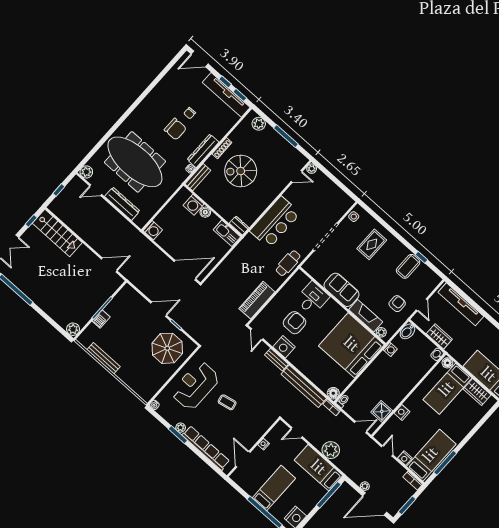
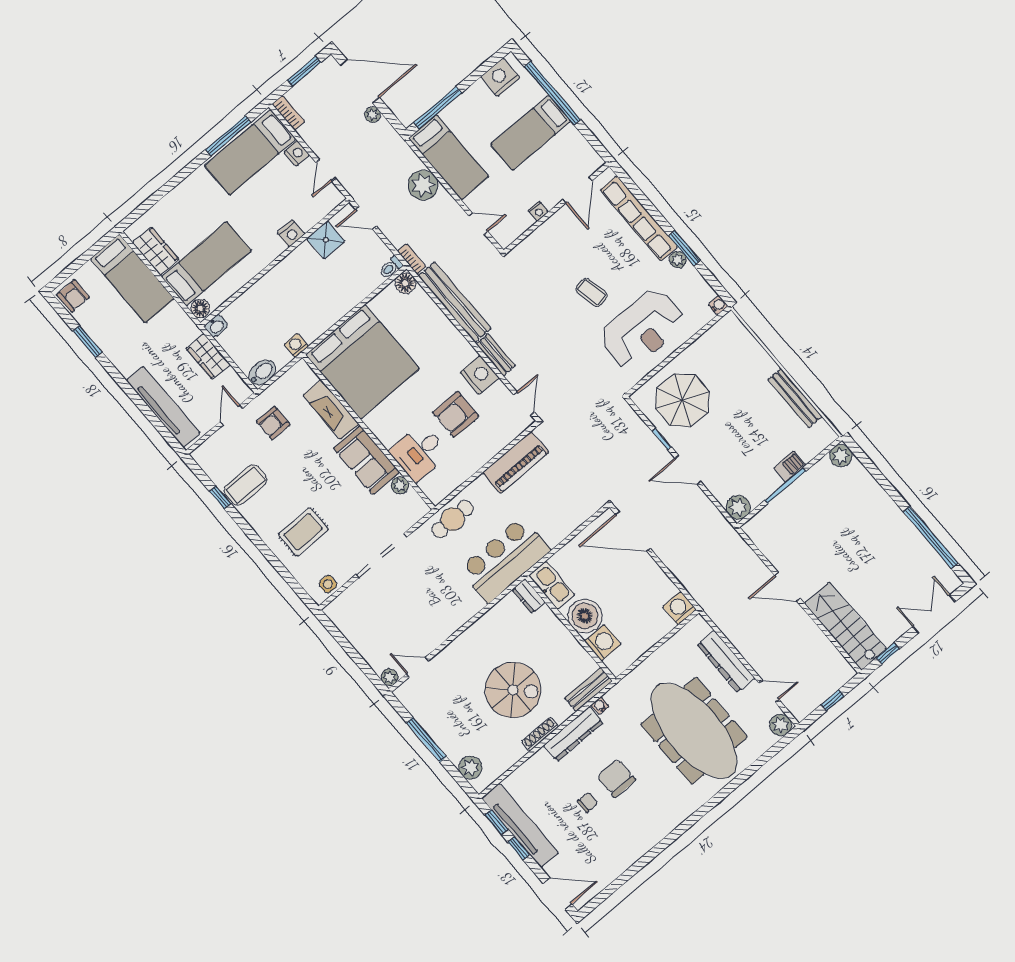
boiler: (205, 212) -> (585, 616), width x1.86, depth x1.86
bar counter: (275, 222) -> (505, 560), moved
door: (109, 265) -> (787, 587), moved
plant: (127, 292) -> (738, 507), added
plant: (381, 332) -> (400, 485), moved

